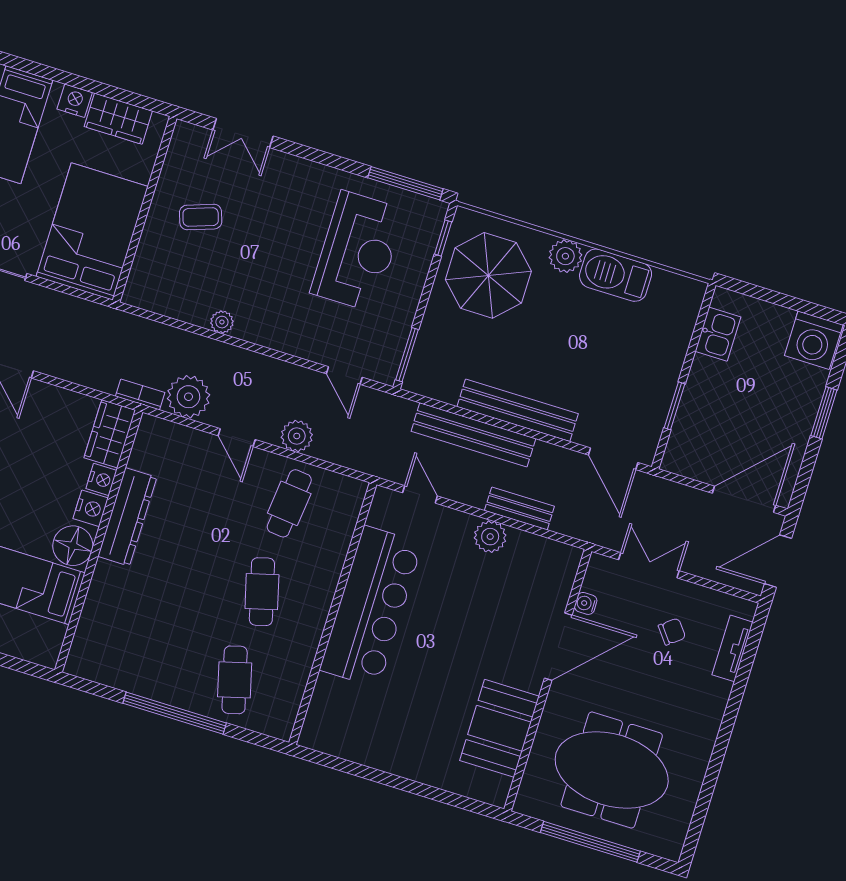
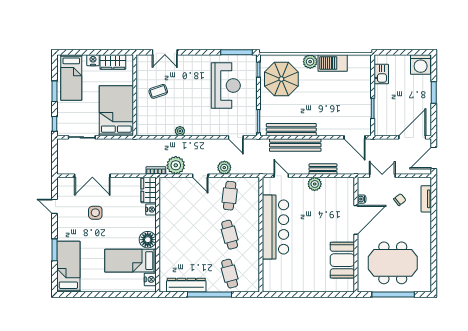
bench: (518, 410) -> (291, 130), moved
nightstand: (91, 508) -> (150, 279), moved
dresser: (127, 517) -> (186, 285), moved, turned -90

